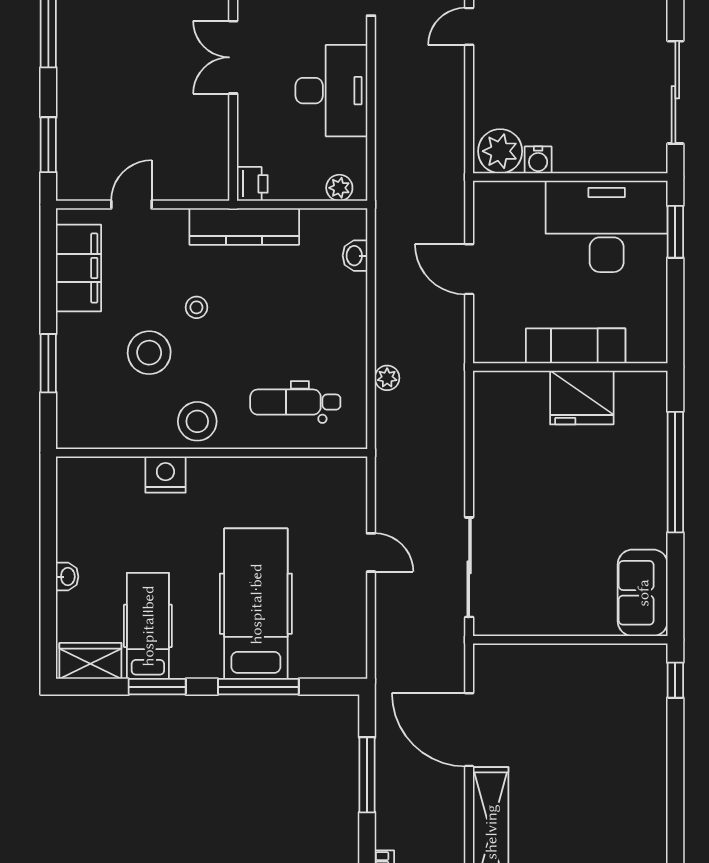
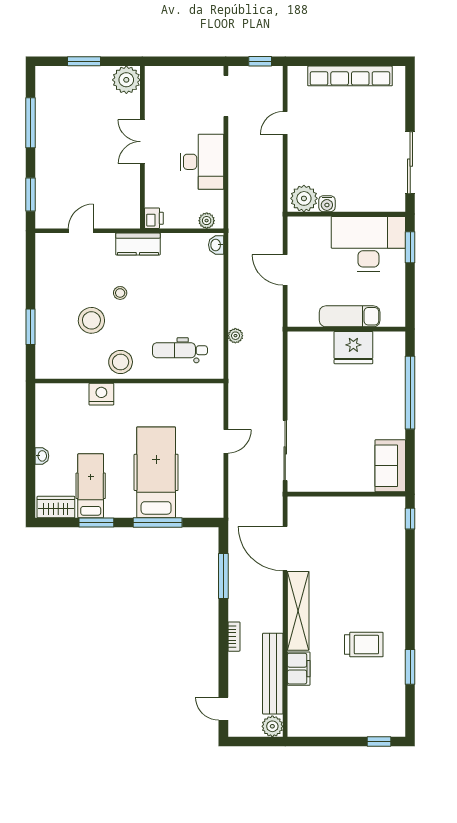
kitchen counter: (244, 226) -> (138, 244), width x0.67
washbasin: (355, 256) -> (216, 245), moved
filing cabinet: (79, 268) -> (49, 269), removed
door: (371, 552) -> (226, 441), hinge flipped

